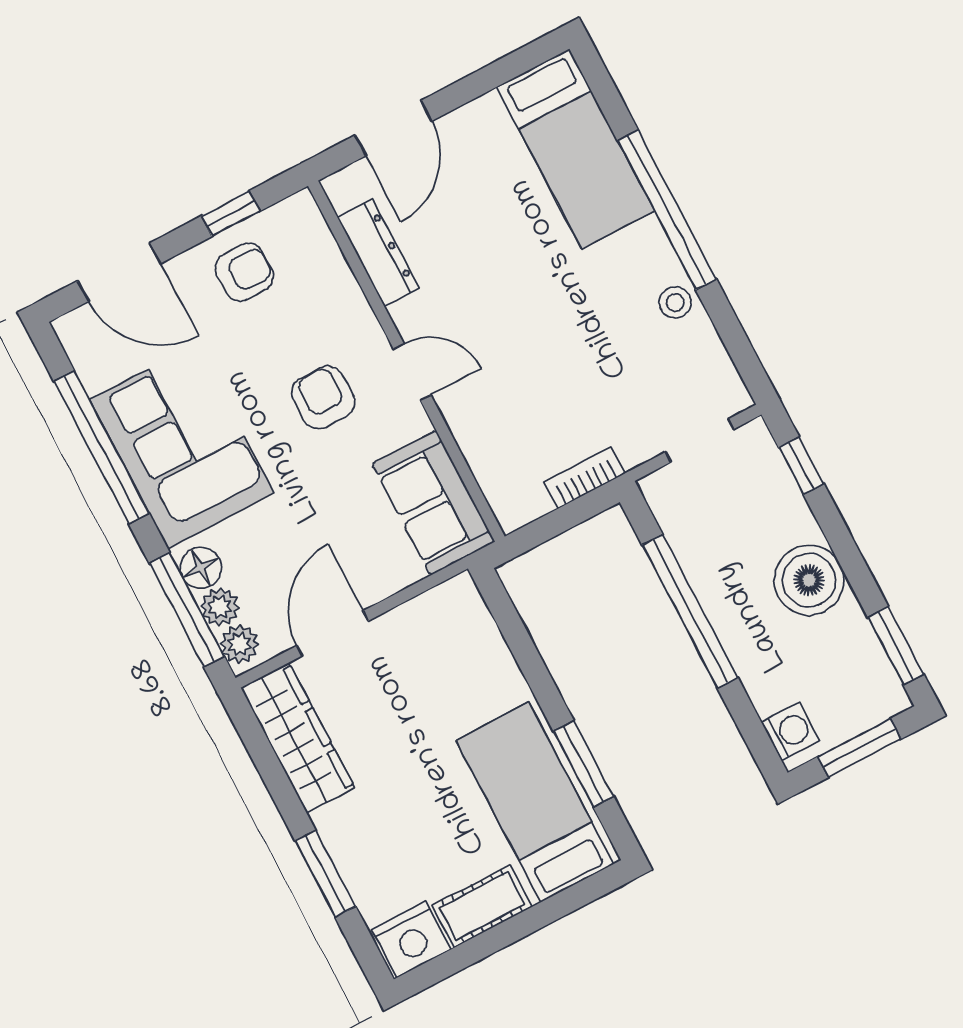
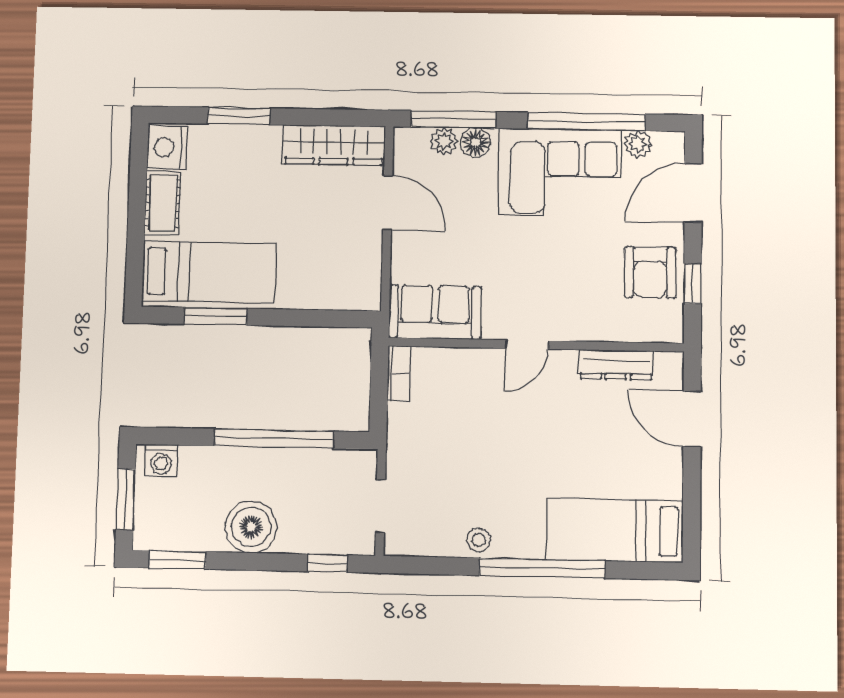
armchair: (244, 272) -> (650, 272), width x1.38, depth x1.38
armchair: (323, 398) -> (542, 279), removed
bookcase: (584, 478) -> (399, 374), moved
plant: (239, 644) -> (638, 144), moved

